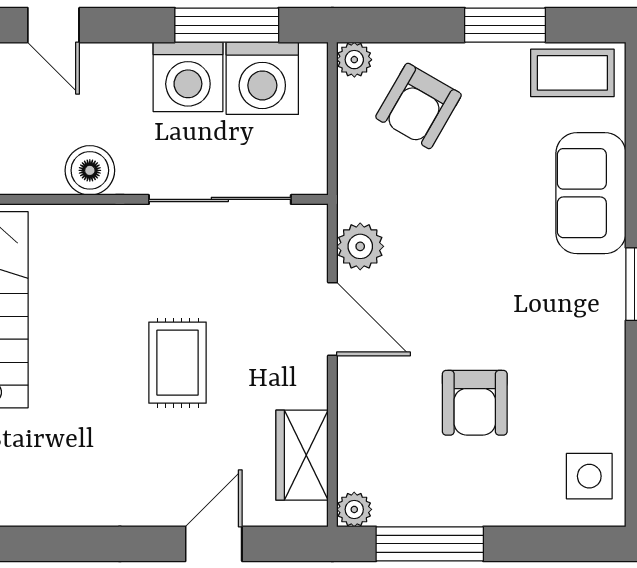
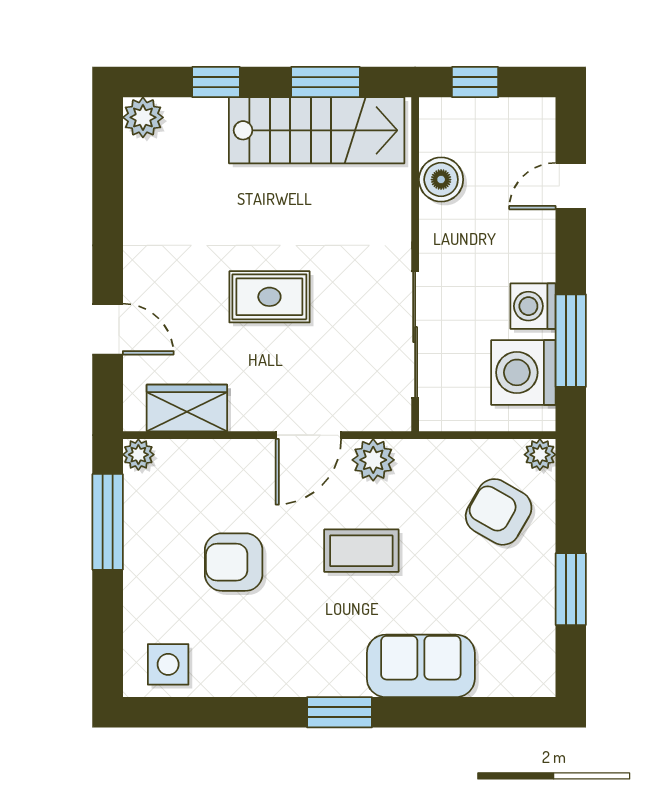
coffee table: (572, 73) -> (361, 551), moved, turned 90
washing machine: (188, 77) -> (533, 306), width x0.73, depth x0.73
boiler: (90, 170) -> (441, 180), moved

